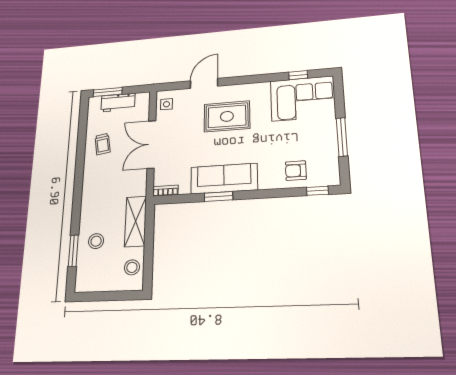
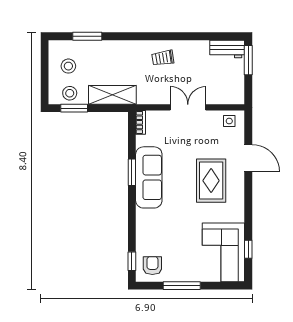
workbench: (118, 103) -> (227, 49), moved, turned -90
trolley: (103, 144) -> (163, 58), moved
double door: (151, 144) -> (188, 107), width x0.73
armchair: (296, 171) -> (152, 266), moved
stool: (96, 241) -> (68, 66), moved
window: (148, 262) -> (74, 108), added

